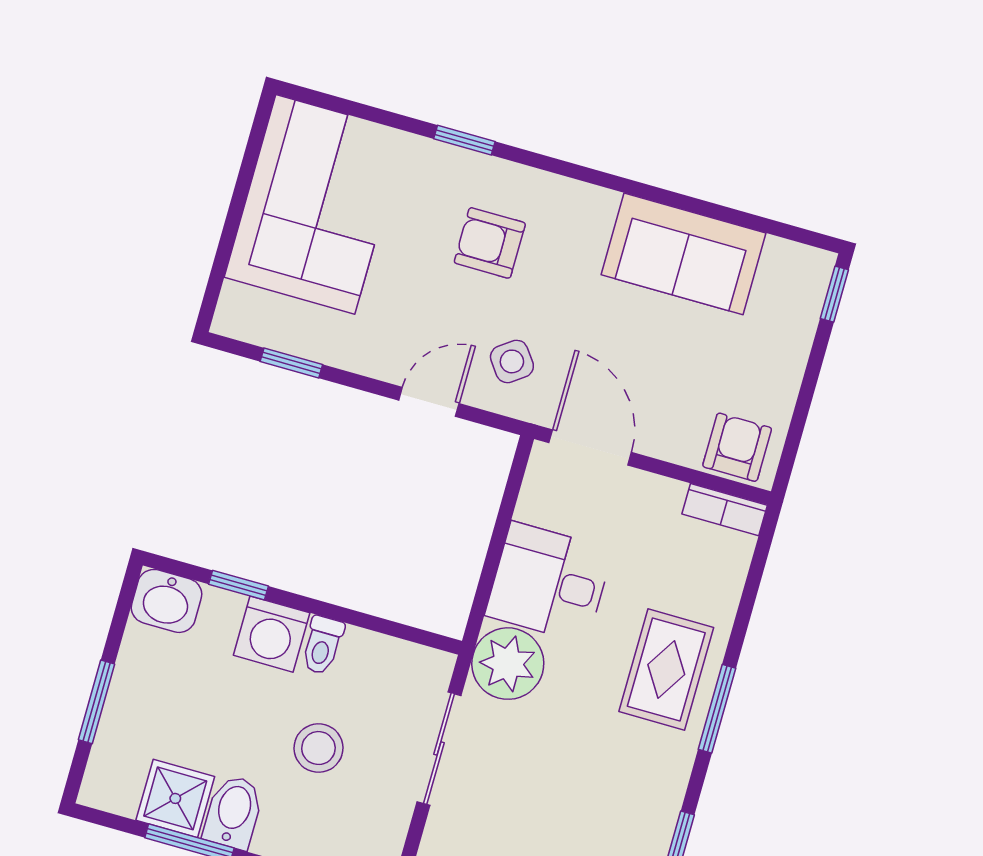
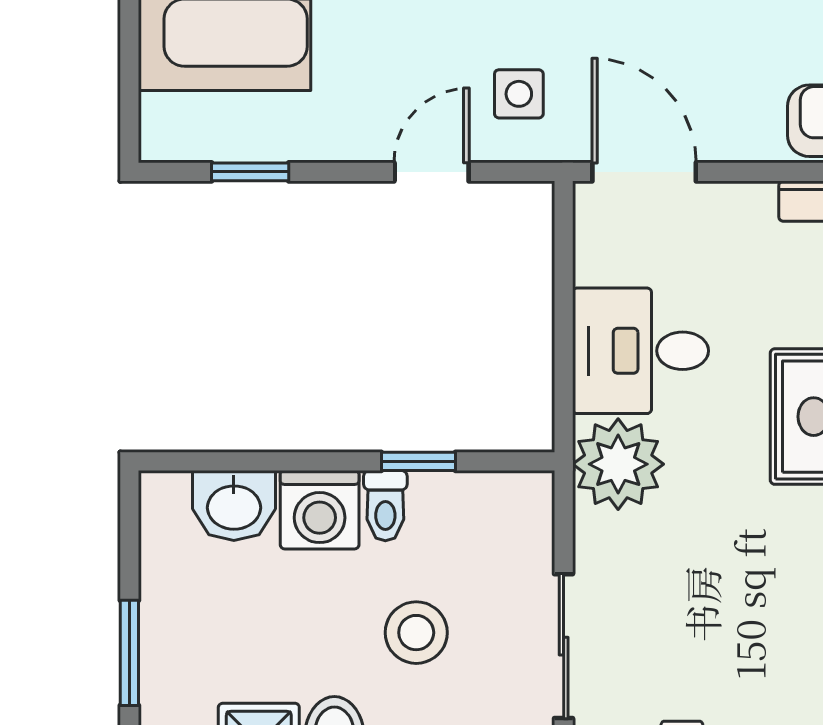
side table: (512, 361) -> (519, 94), turned 36
window: (239, 585) -> (418, 461), moved
washbasin: (166, 601) -> (234, 505), moved
sliding door: (439, 749) -> (564, 646), moved

